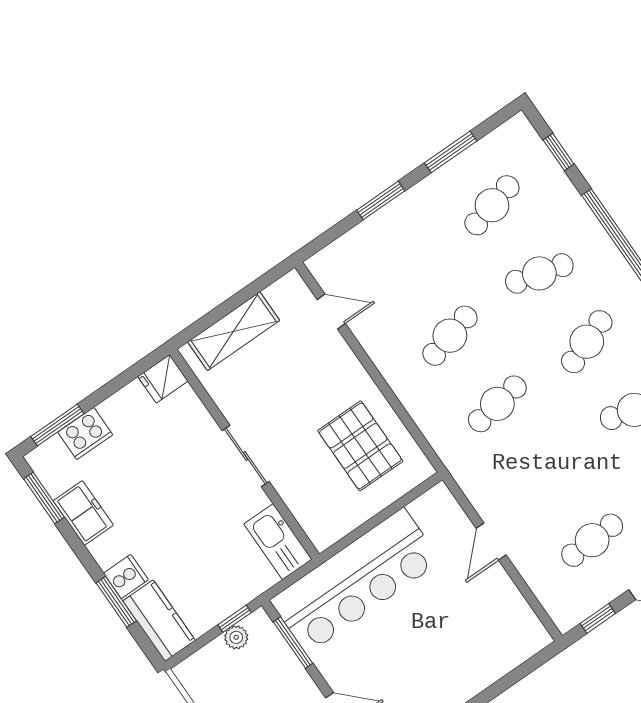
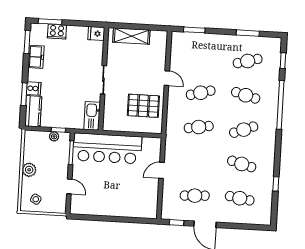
window: (381, 200) -> (194, 30), moved
door: (331, 311) -> (167, 78), moved
pallet: (360, 446) -> (143, 106), turned 90

